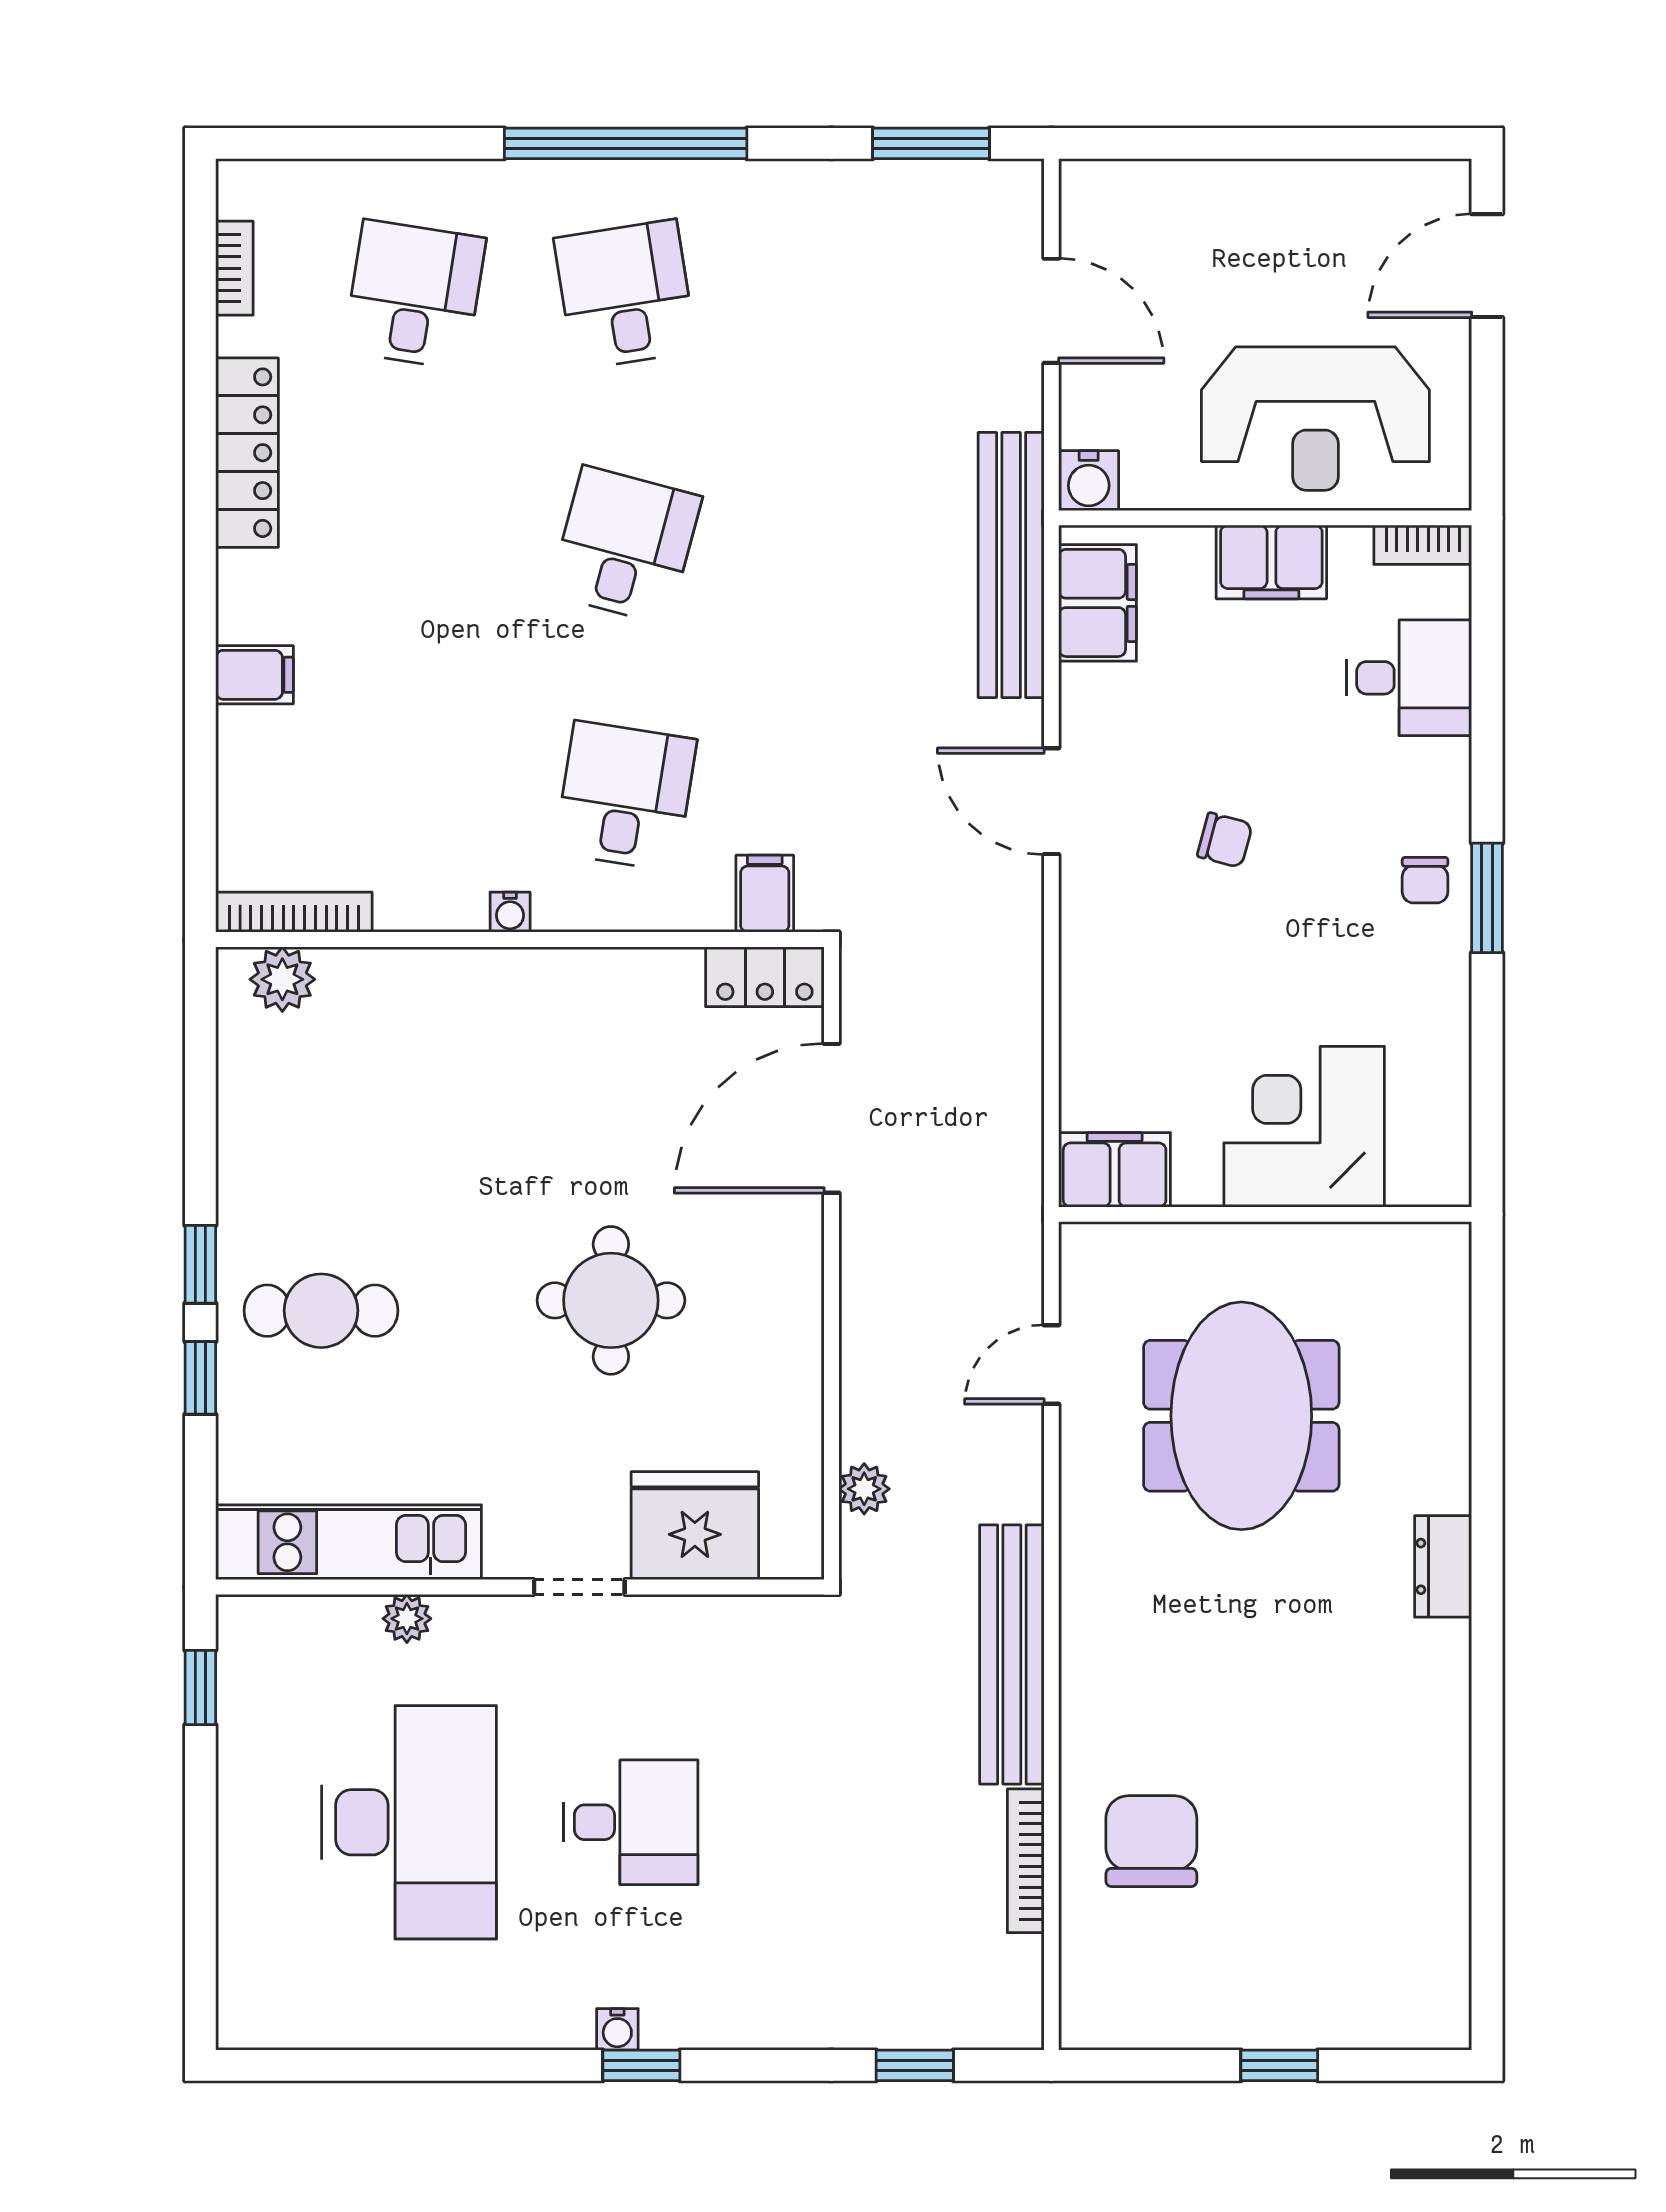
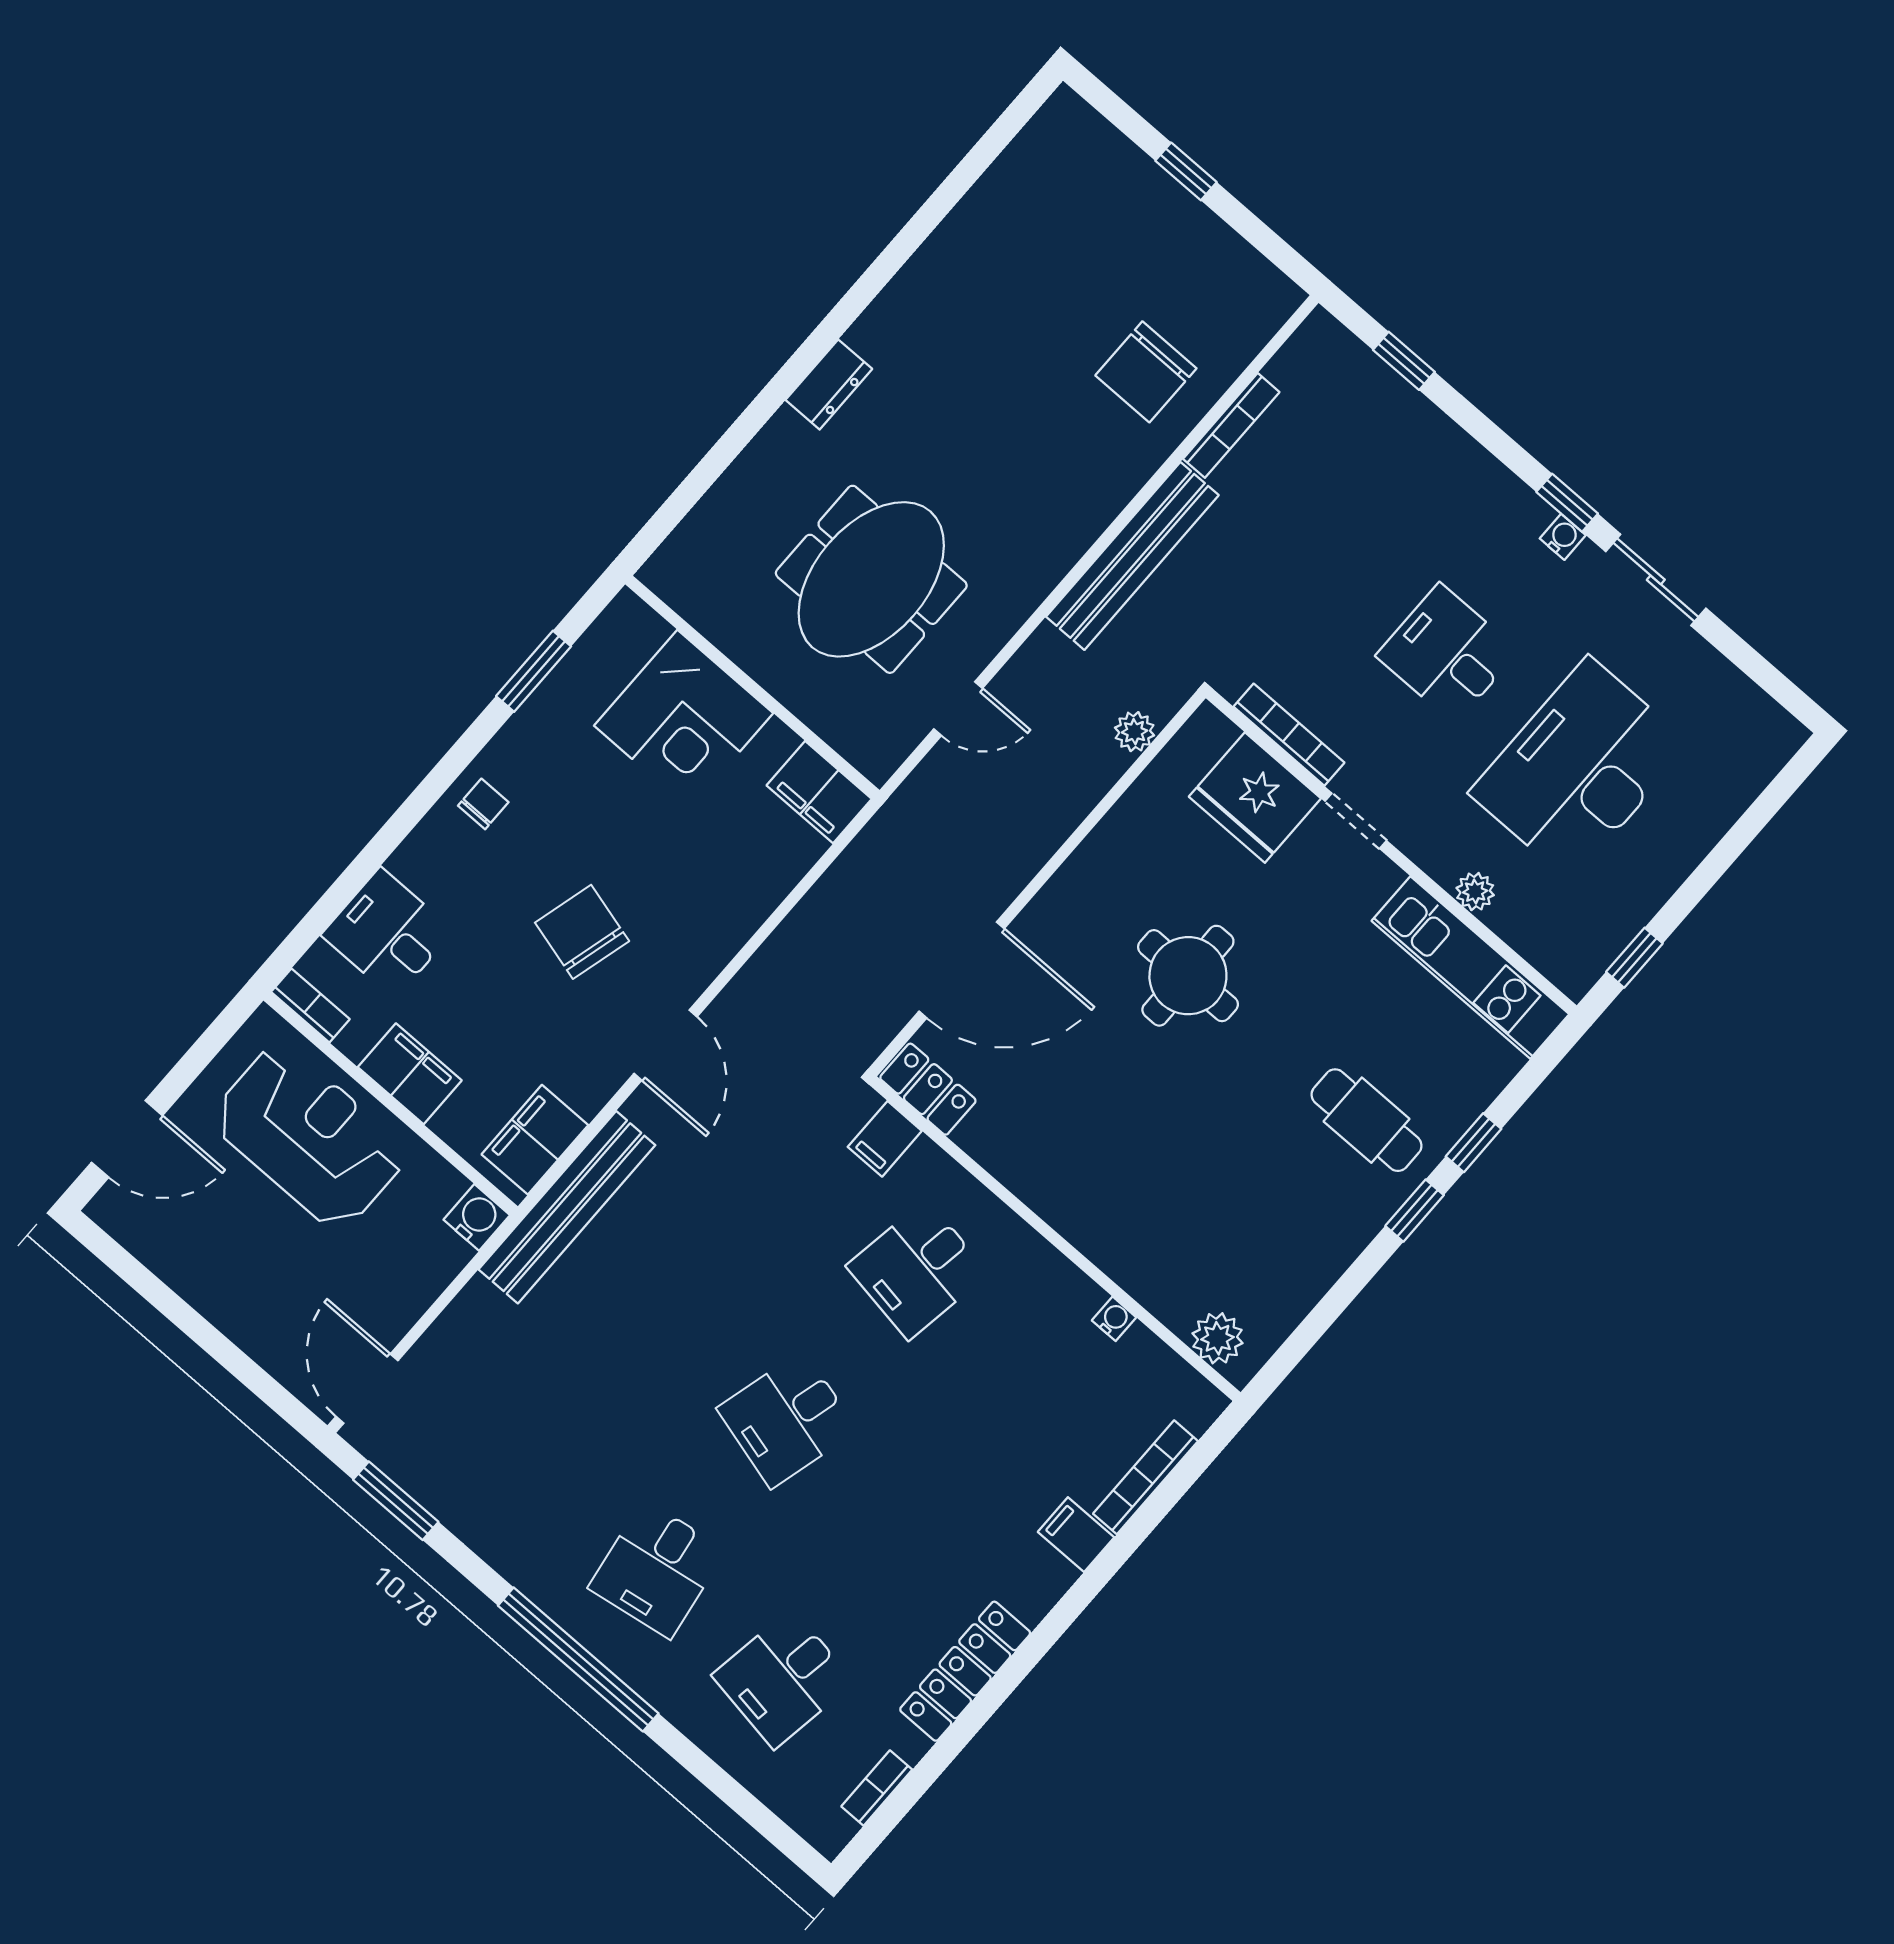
door: (1051, 311) -> (367, 1389), moved
chair: (1225, 840) -> (582, 932), width x1.87, depth x1.87
window: (1487, 898) -> (534, 671), moved
bookcase: (294, 912) -> (1146, 1477), moved, turned 90
water cooler: (510, 912) -> (1114, 1319), moved
bookcase: (714, 1614) -> (1289, 735), added
sliding door: (493, 2065) -> (1656, 580), added

